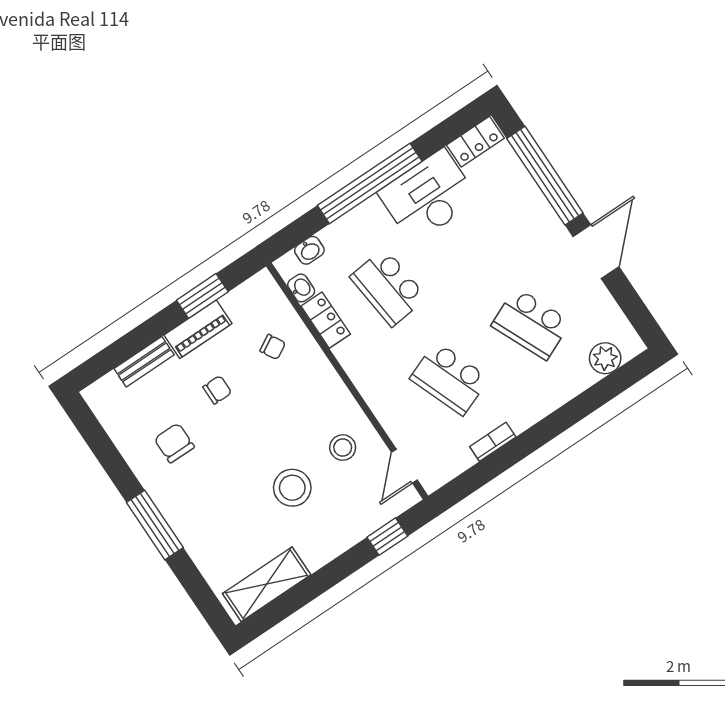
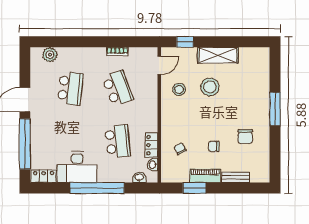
school desk: (531, 324) -> (70, 88), turned 30
shelving: (267, 584) -> (218, 55), moved

